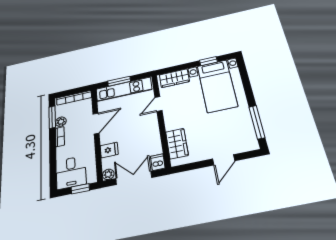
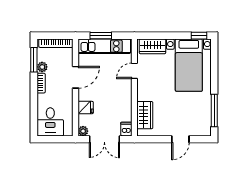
window: (208, 61) -> (199, 36), moved
double door: (134, 178) -> (104, 139), swing flipped
window: (80, 189) -> (58, 139), removed

